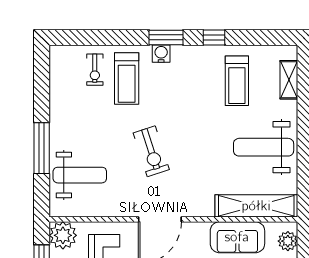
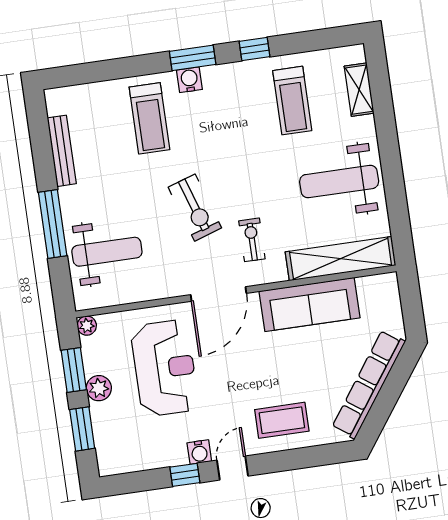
exercise bike: (95, 70) -> (252, 240), moved, turned 180
bench: (57, 94) -> (62, 151), added
plant: (63, 235) -> (87, 326), width x0.53, depth x0.53
sofa: (237, 237) -> (309, 304), width x1.36
plant: (288, 241) -> (388, 298), removed

